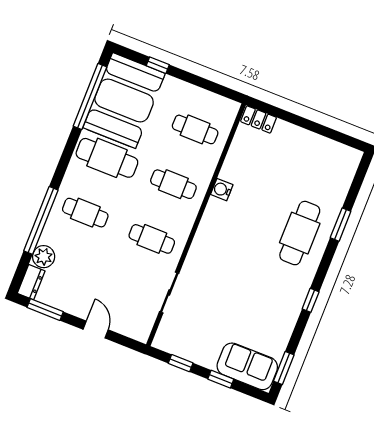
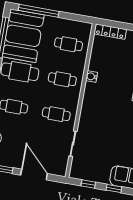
window: (158, 65) -> (39, 11), width x3.17
locker: (259, 119) -> (110, 32), width x1.53
door: (96, 330) -> (34, 174), width x1.87

